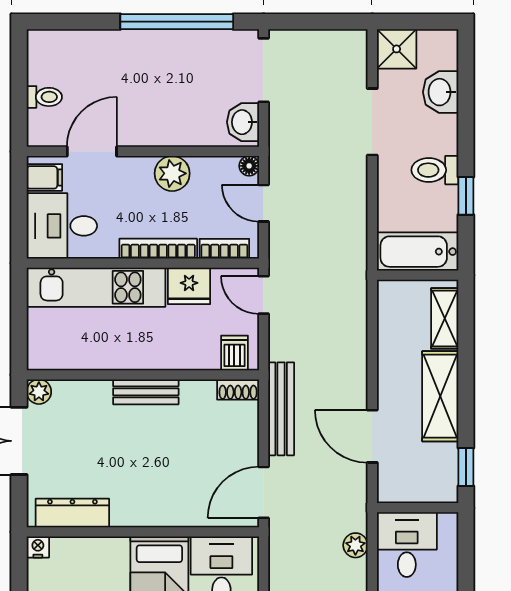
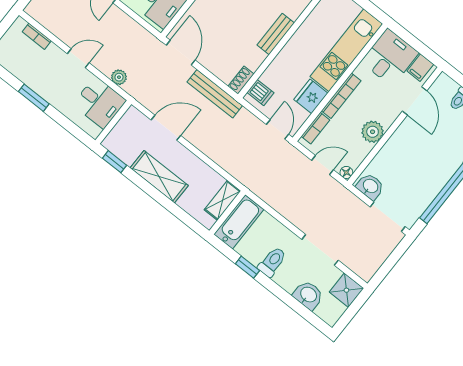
door: (264, 295) -> (277, 129), hinge flipped
shelving: (445, 318) -> (222, 200), moved, turned 90

